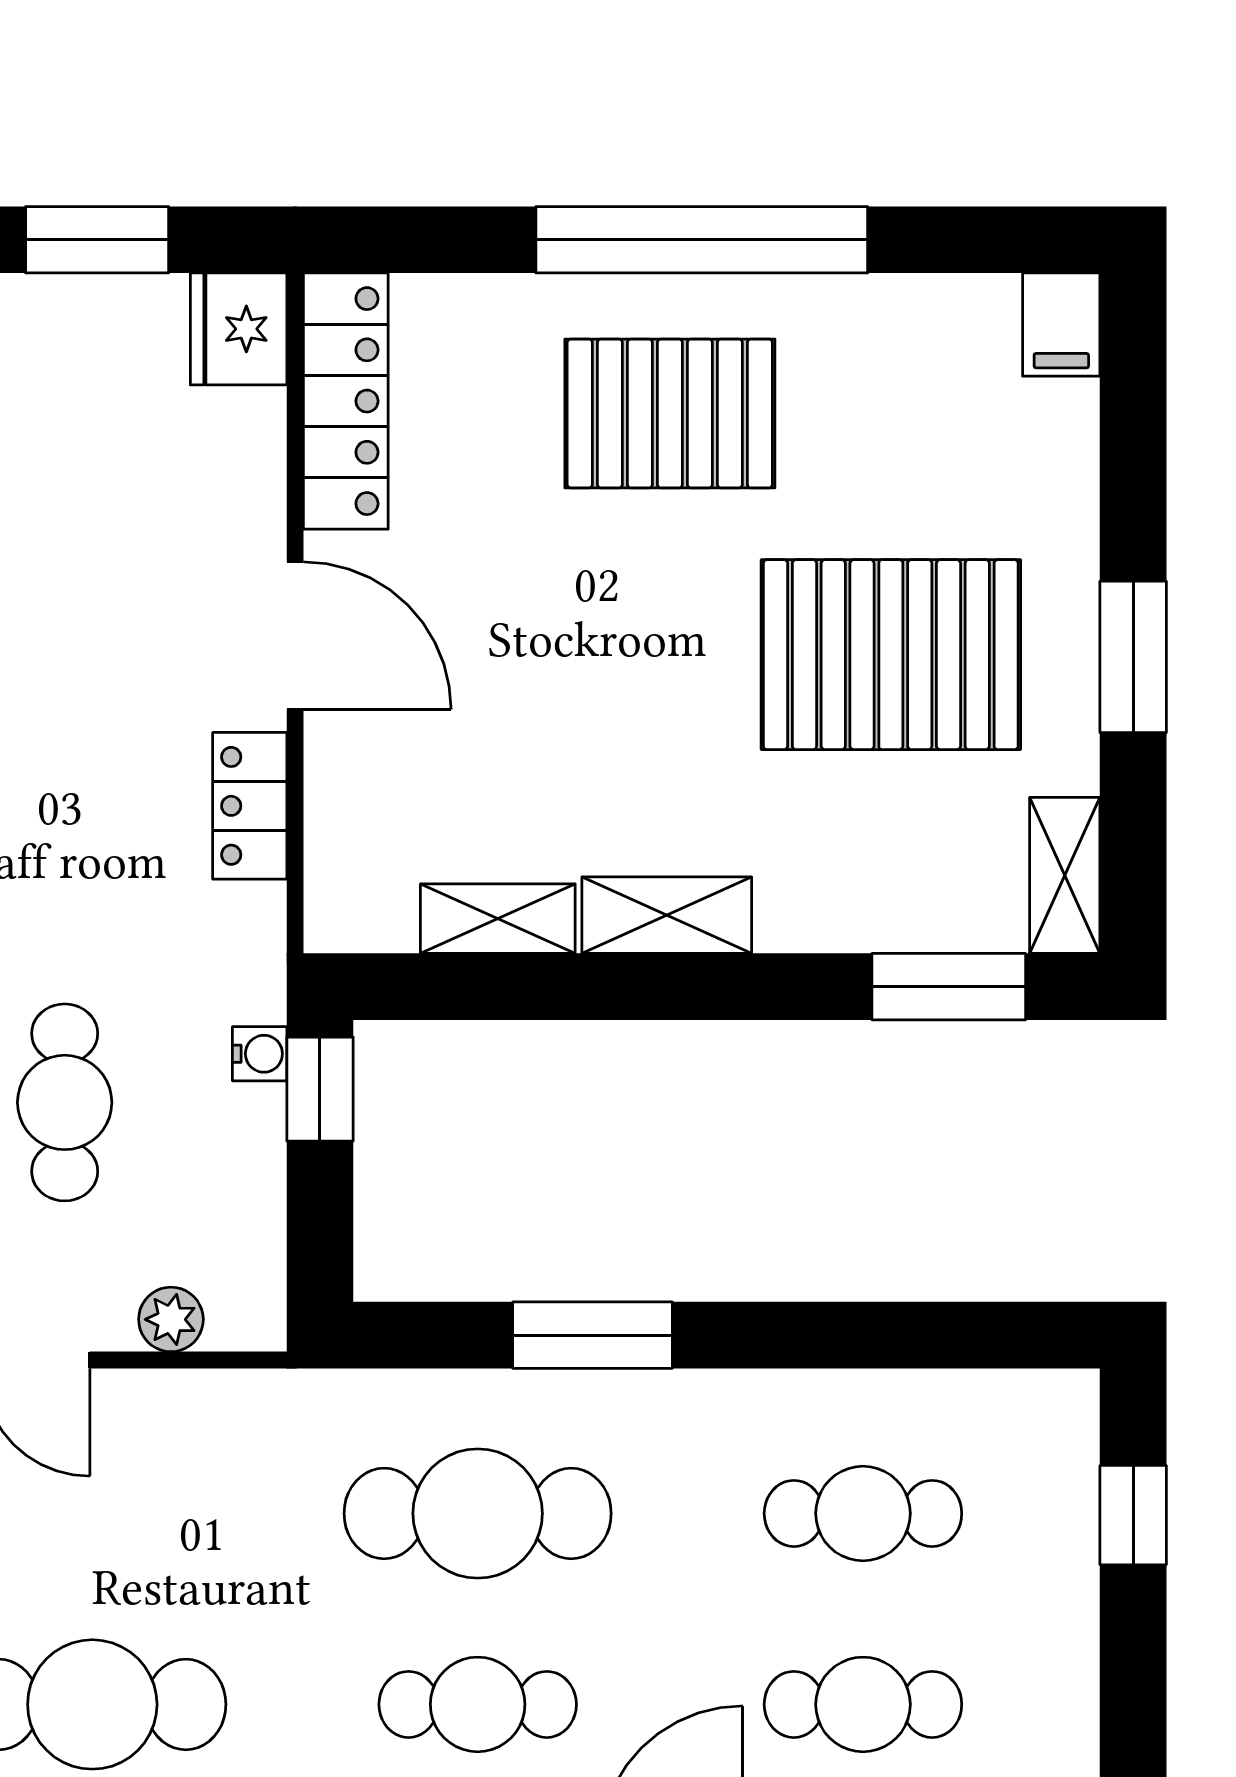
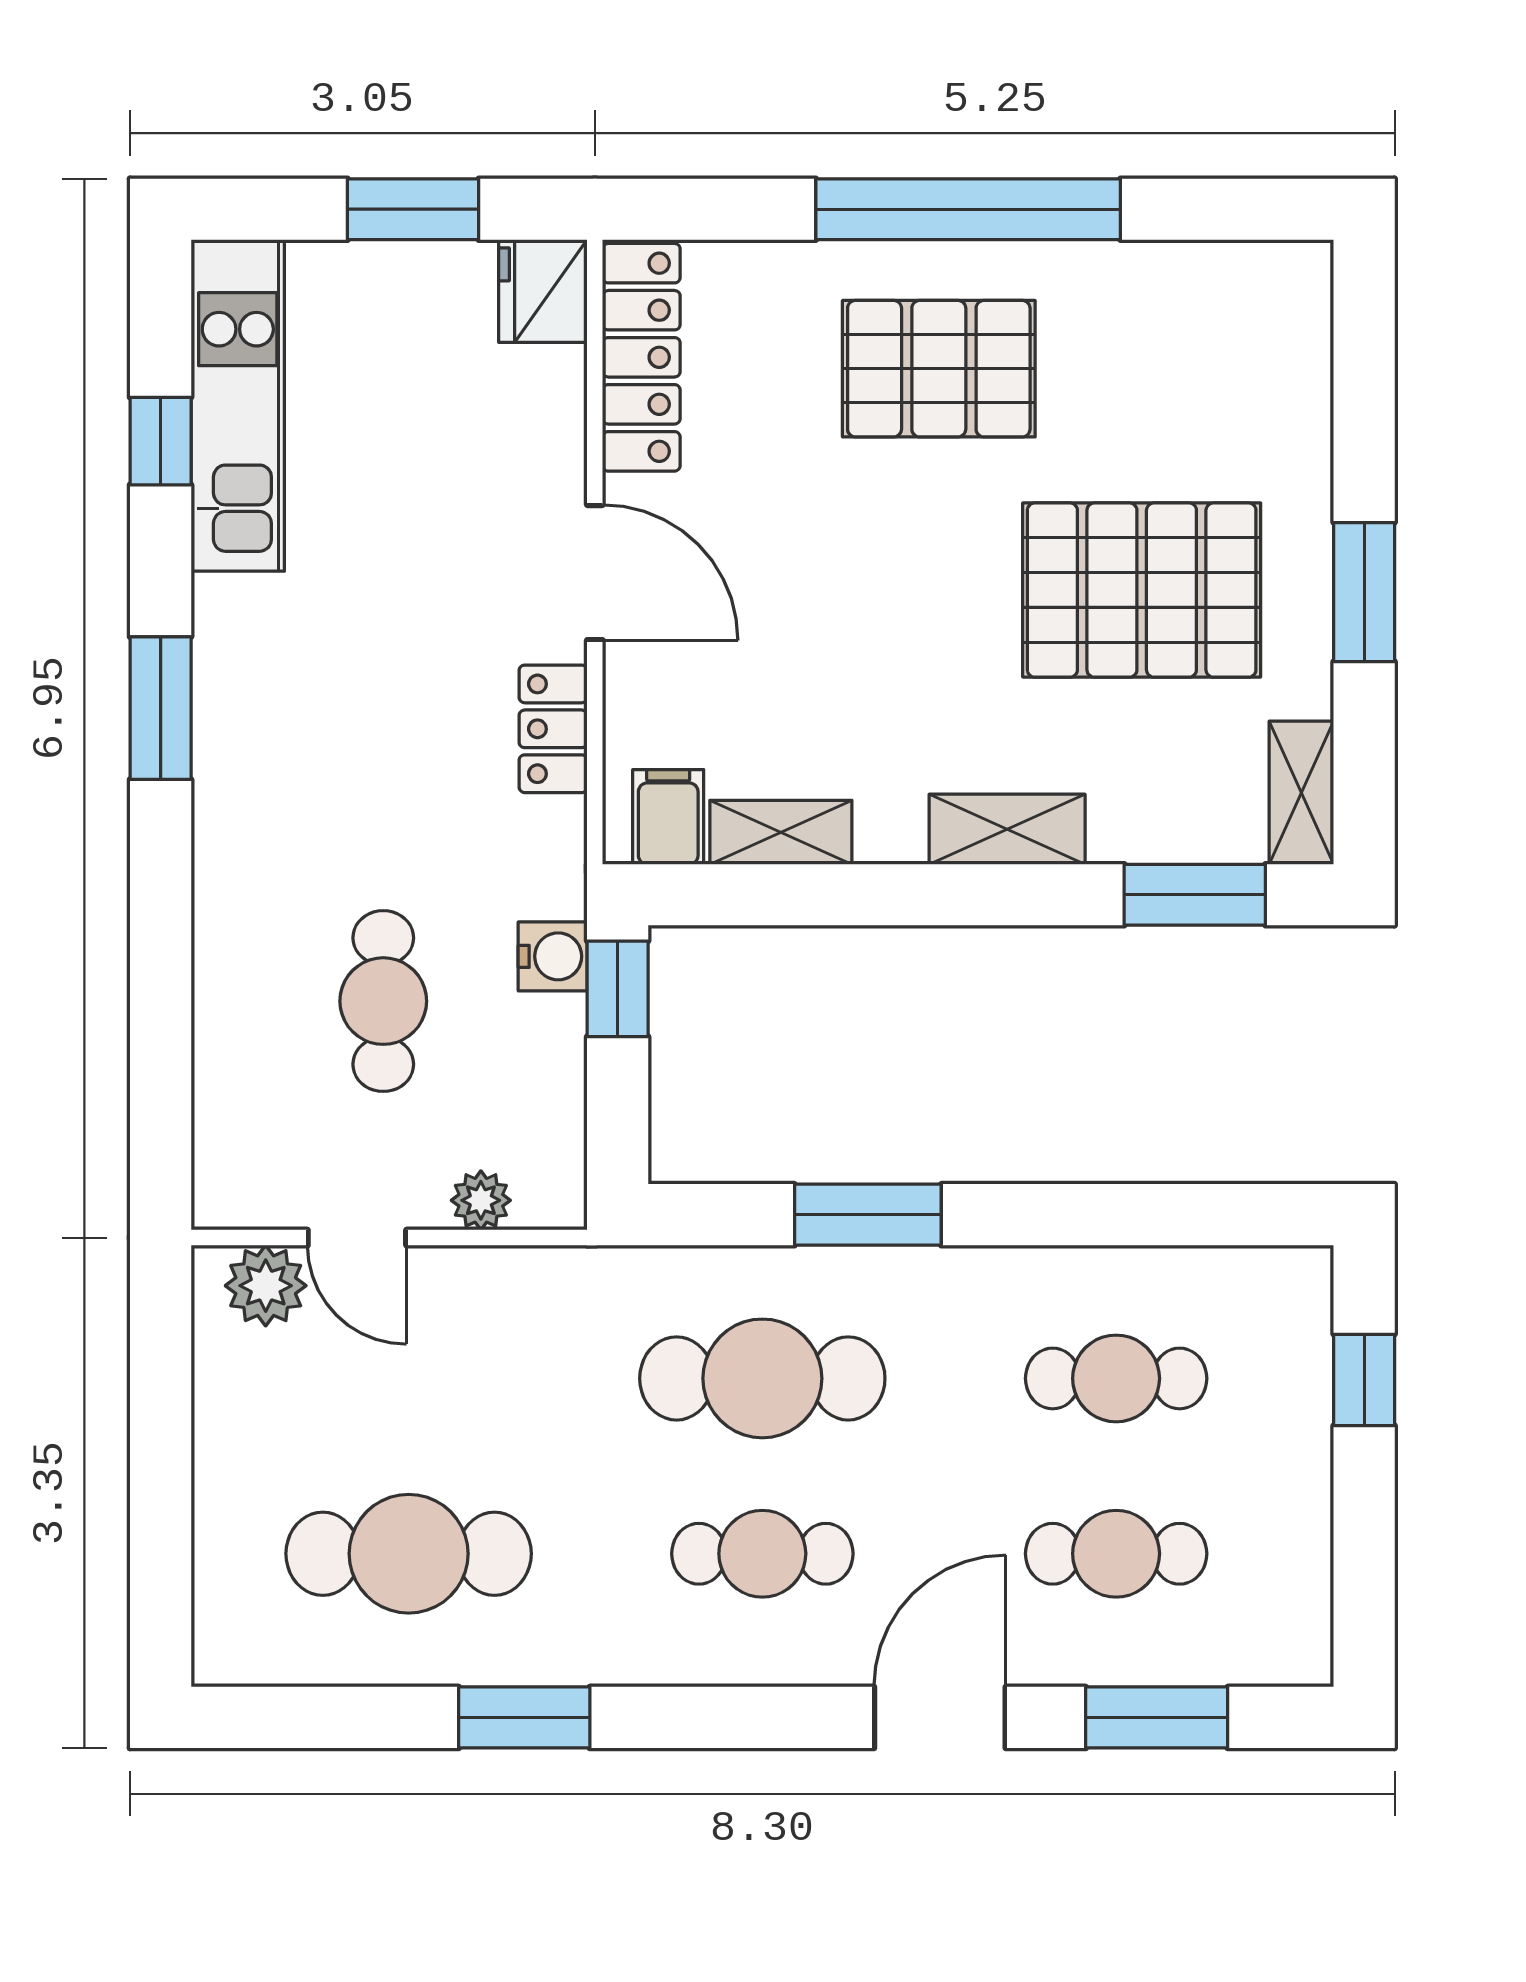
filing cabinet: (1061, 325) -> (668, 817), moved, turned 180
shelving: (667, 915) -> (1007, 829), moved
water cooler: (260, 1054) -> (553, 956), width x1.38, depth x1.38

